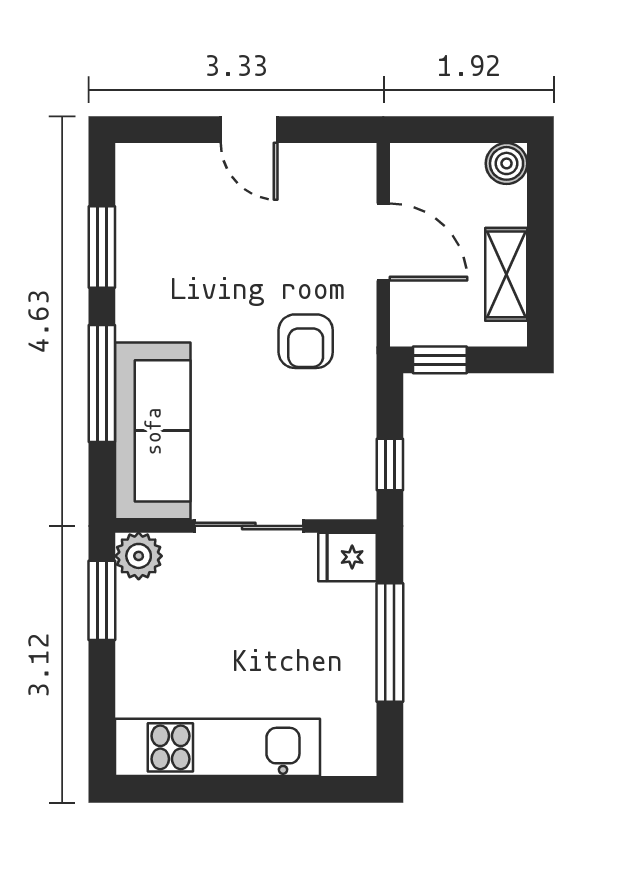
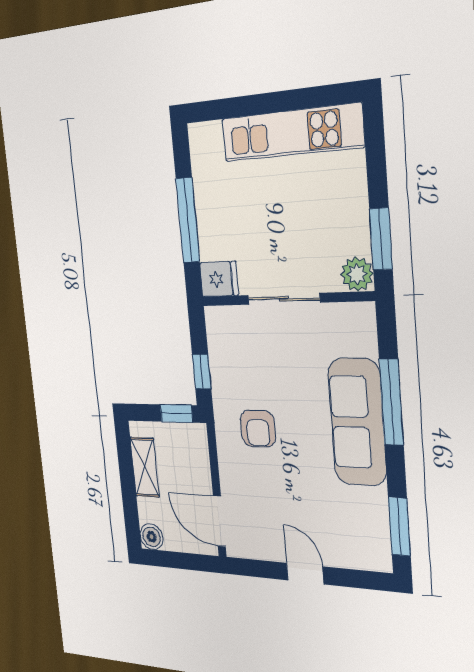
door: (383, 242) -> (219, 521), moved
window: (102, 247) -> (399, 527), moved
armchair: (306, 341) -> (258, 428), turned 180
sofa: (153, 431) -> (357, 422), moved
window: (390, 465) -> (202, 372), moved

